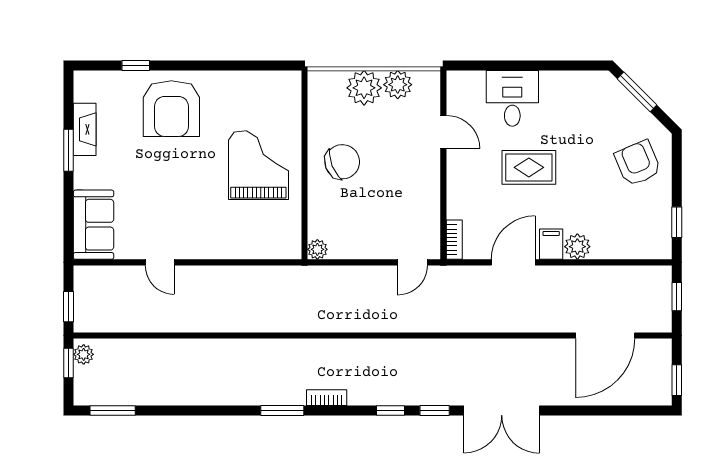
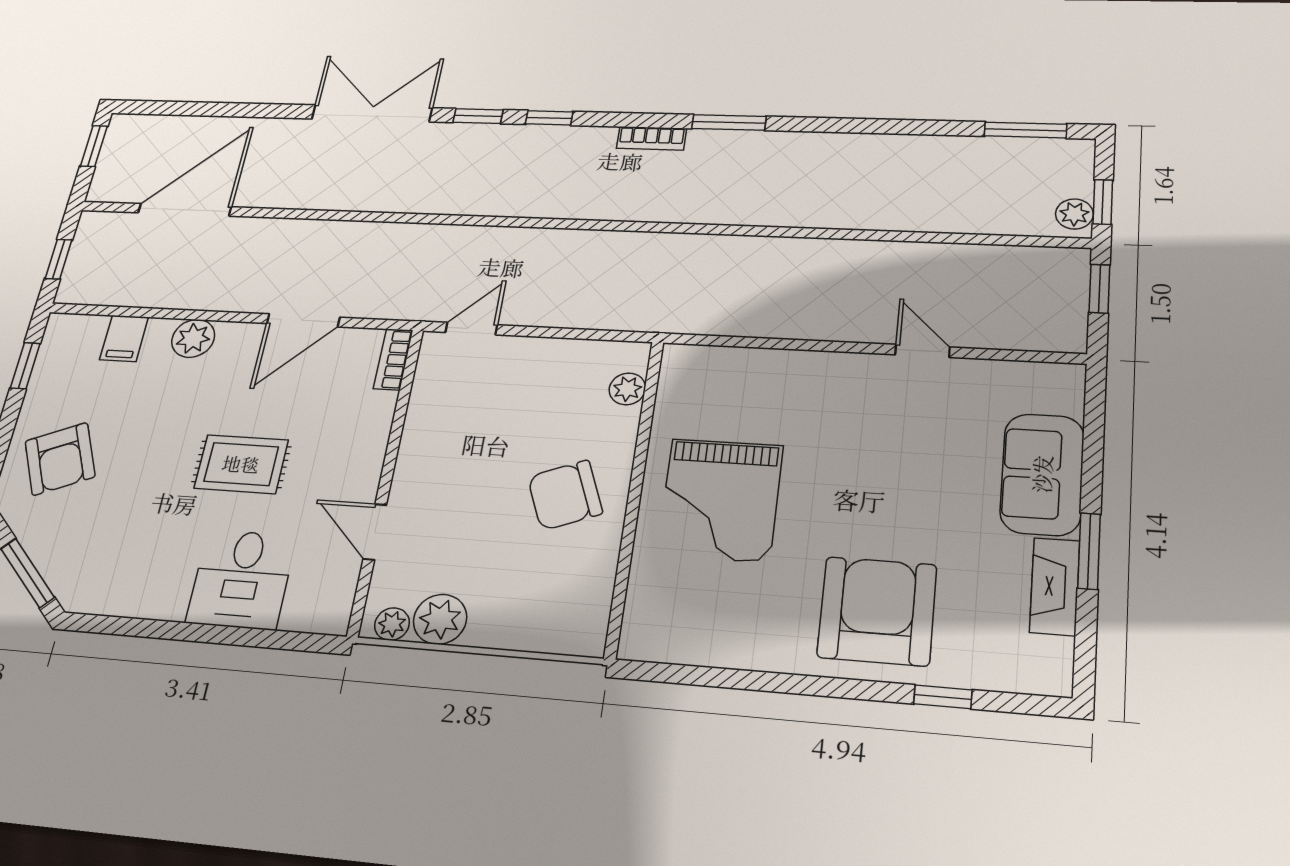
plant: (364, 88) -> (392, 624), moved, width x0.53, depth x0.53
sofa: (94, 225) -> (1042, 474), moved
filing cabinet: (551, 244) -> (124, 338), moved
plant: (317, 249) -> (627, 389), moved

